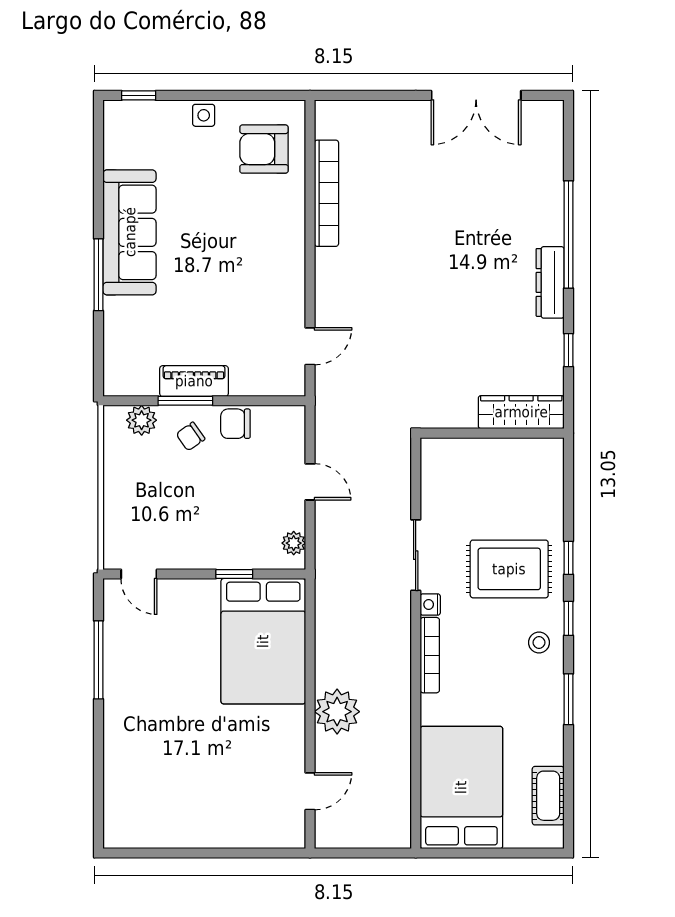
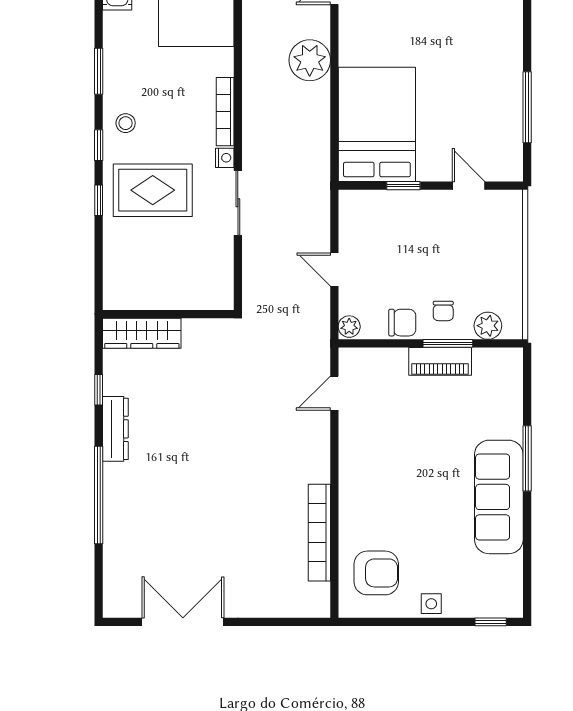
dresser: (550, 282) -> (115, 429), moved
chair: (191, 436) -> (443, 311), turned 125
plant: (294, 543) -> (349, 327), moved
door: (139, 574) -> (468, 186), moved

